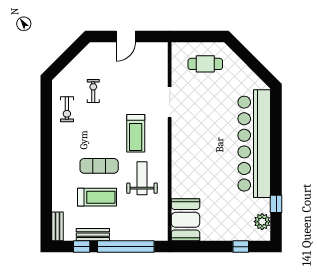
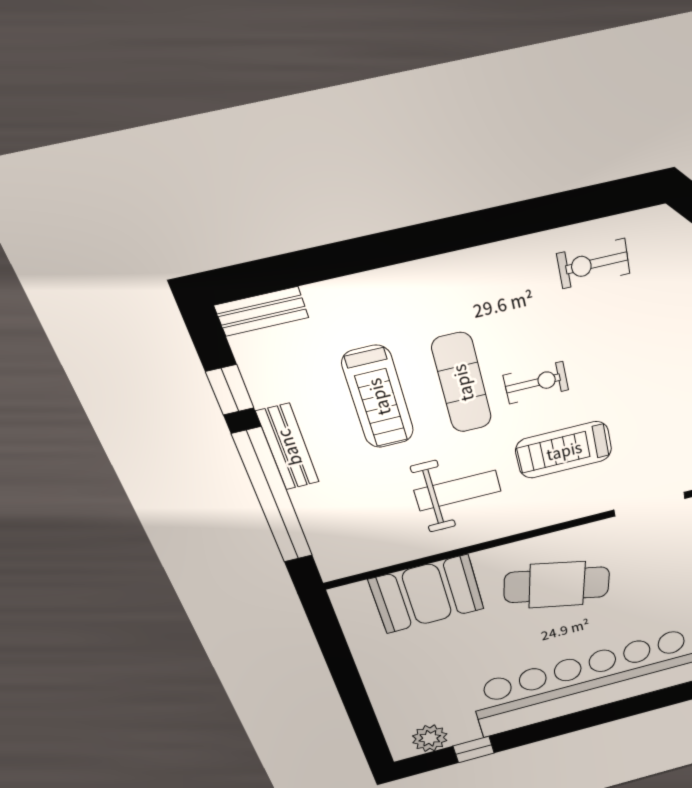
exercise bike: (93, 91) -> (536, 383), moved
cafe table: (197, 148) -> (557, 585), added
booth: (185, 220) -> (427, 594), moved
bench: (93, 235) -> (288, 447), moved
window: (241, 247) -> (363, 718), removed

